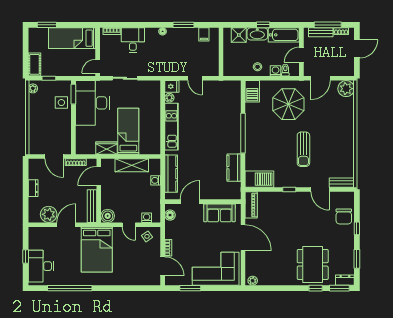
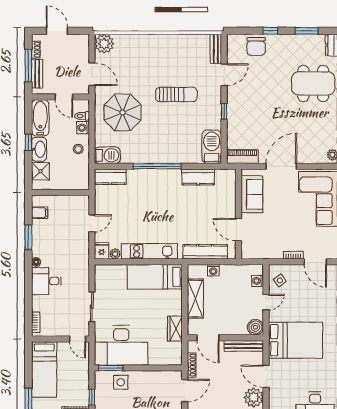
desk: (133, 40) -> (46, 281), moved
kitchen counter: (234, 94) -> (110, 177), added
bed: (128, 131) -> (155, 277), moved
floor lamp: (170, 215) -> (254, 253), removed
chair: (344, 216) -> (256, 46), turned 90
door: (163, 266) -> (315, 262), swing flipped

